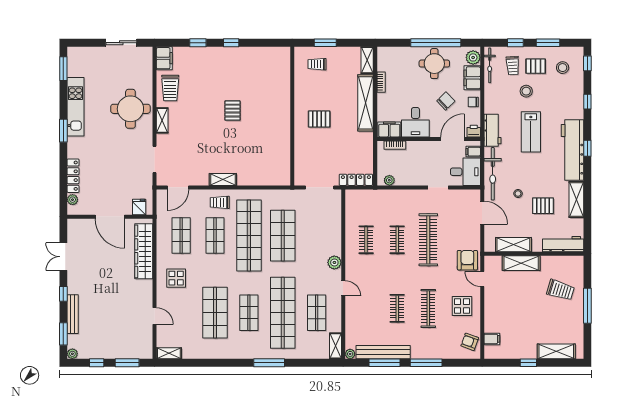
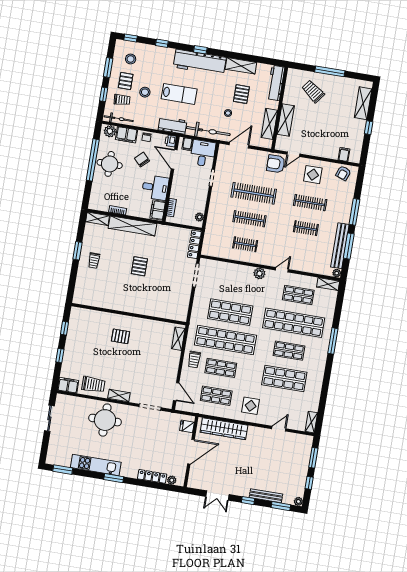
wall: (292, 116) -> (129, 314), moved
shelving: (223, 179) -> (178, 339), moved
clothes rail: (397, 240) -> (249, 219), width x1.36
trolley: (560, 290) -> (313, 91), turned -70

